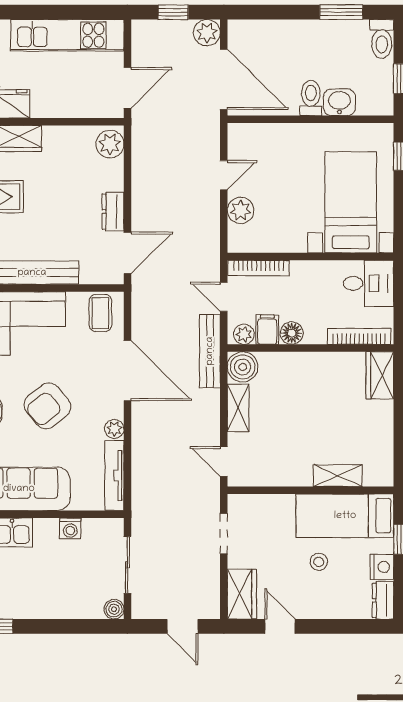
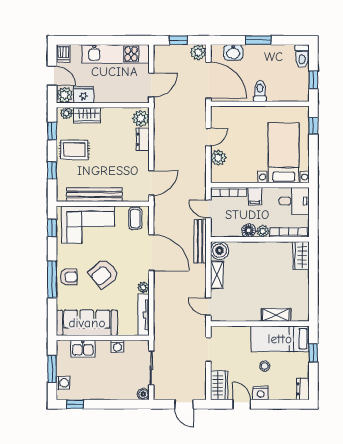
window: (341, 12) -> (258, 40), moved
washbasin: (339, 102) -> (233, 52), moved, turned 180
dresser: (113, 212) -> (143, 139), moved
filing cabinet: (267, 330) -> (255, 196), moved, turned 180
plant: (244, 334) -> (263, 231), moved
nightstand: (382, 567) -> (261, 393), moved, turned 90

